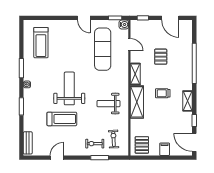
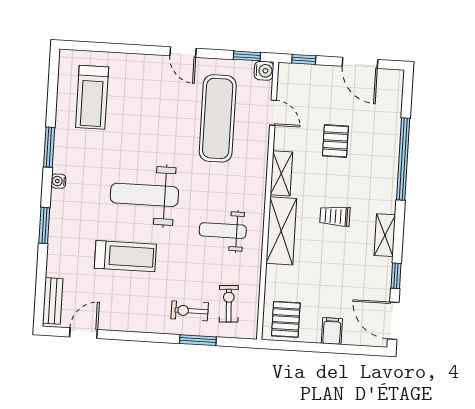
weight bench: (69, 88) -> (144, 195), turned -90
door: (57, 158) -> (84, 333), moved

